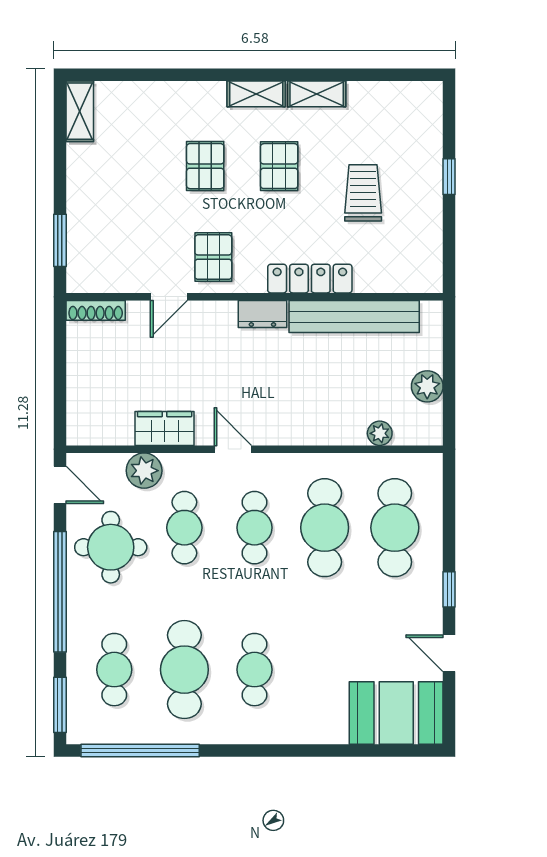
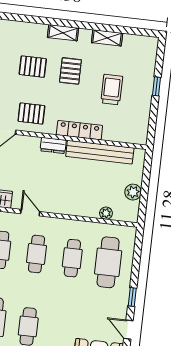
shelving: (317, 94) -> (107, 38), moved
pallet: (205, 166) -> (33, 67), turned 90
pallet: (213, 257) -> (31, 113), turned 90
cafe table: (325, 528) -> (72, 258), width x0.73, depth x0.74

